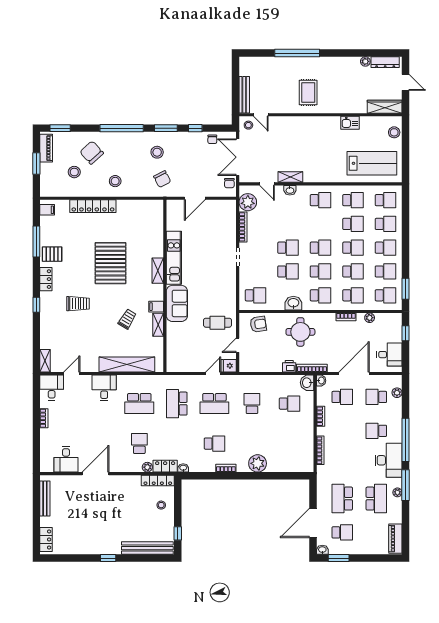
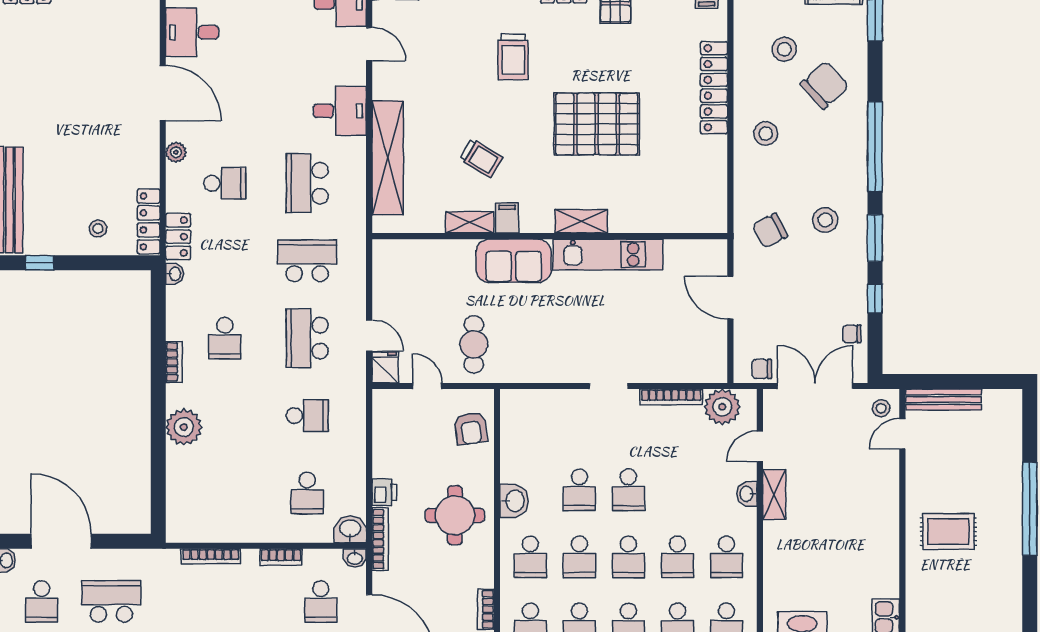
school desk: (256, 295) -> (677, 557), moved
plant: (147, 467) -> (176, 152), moved

